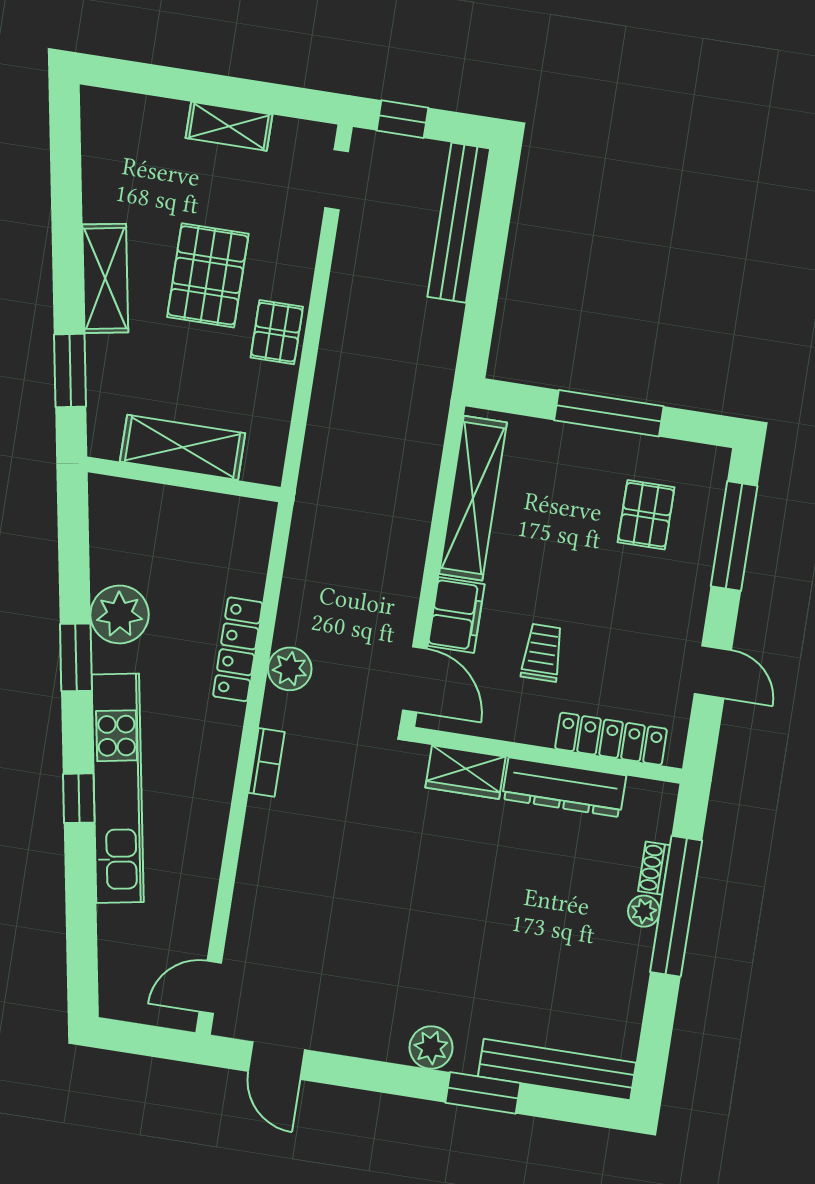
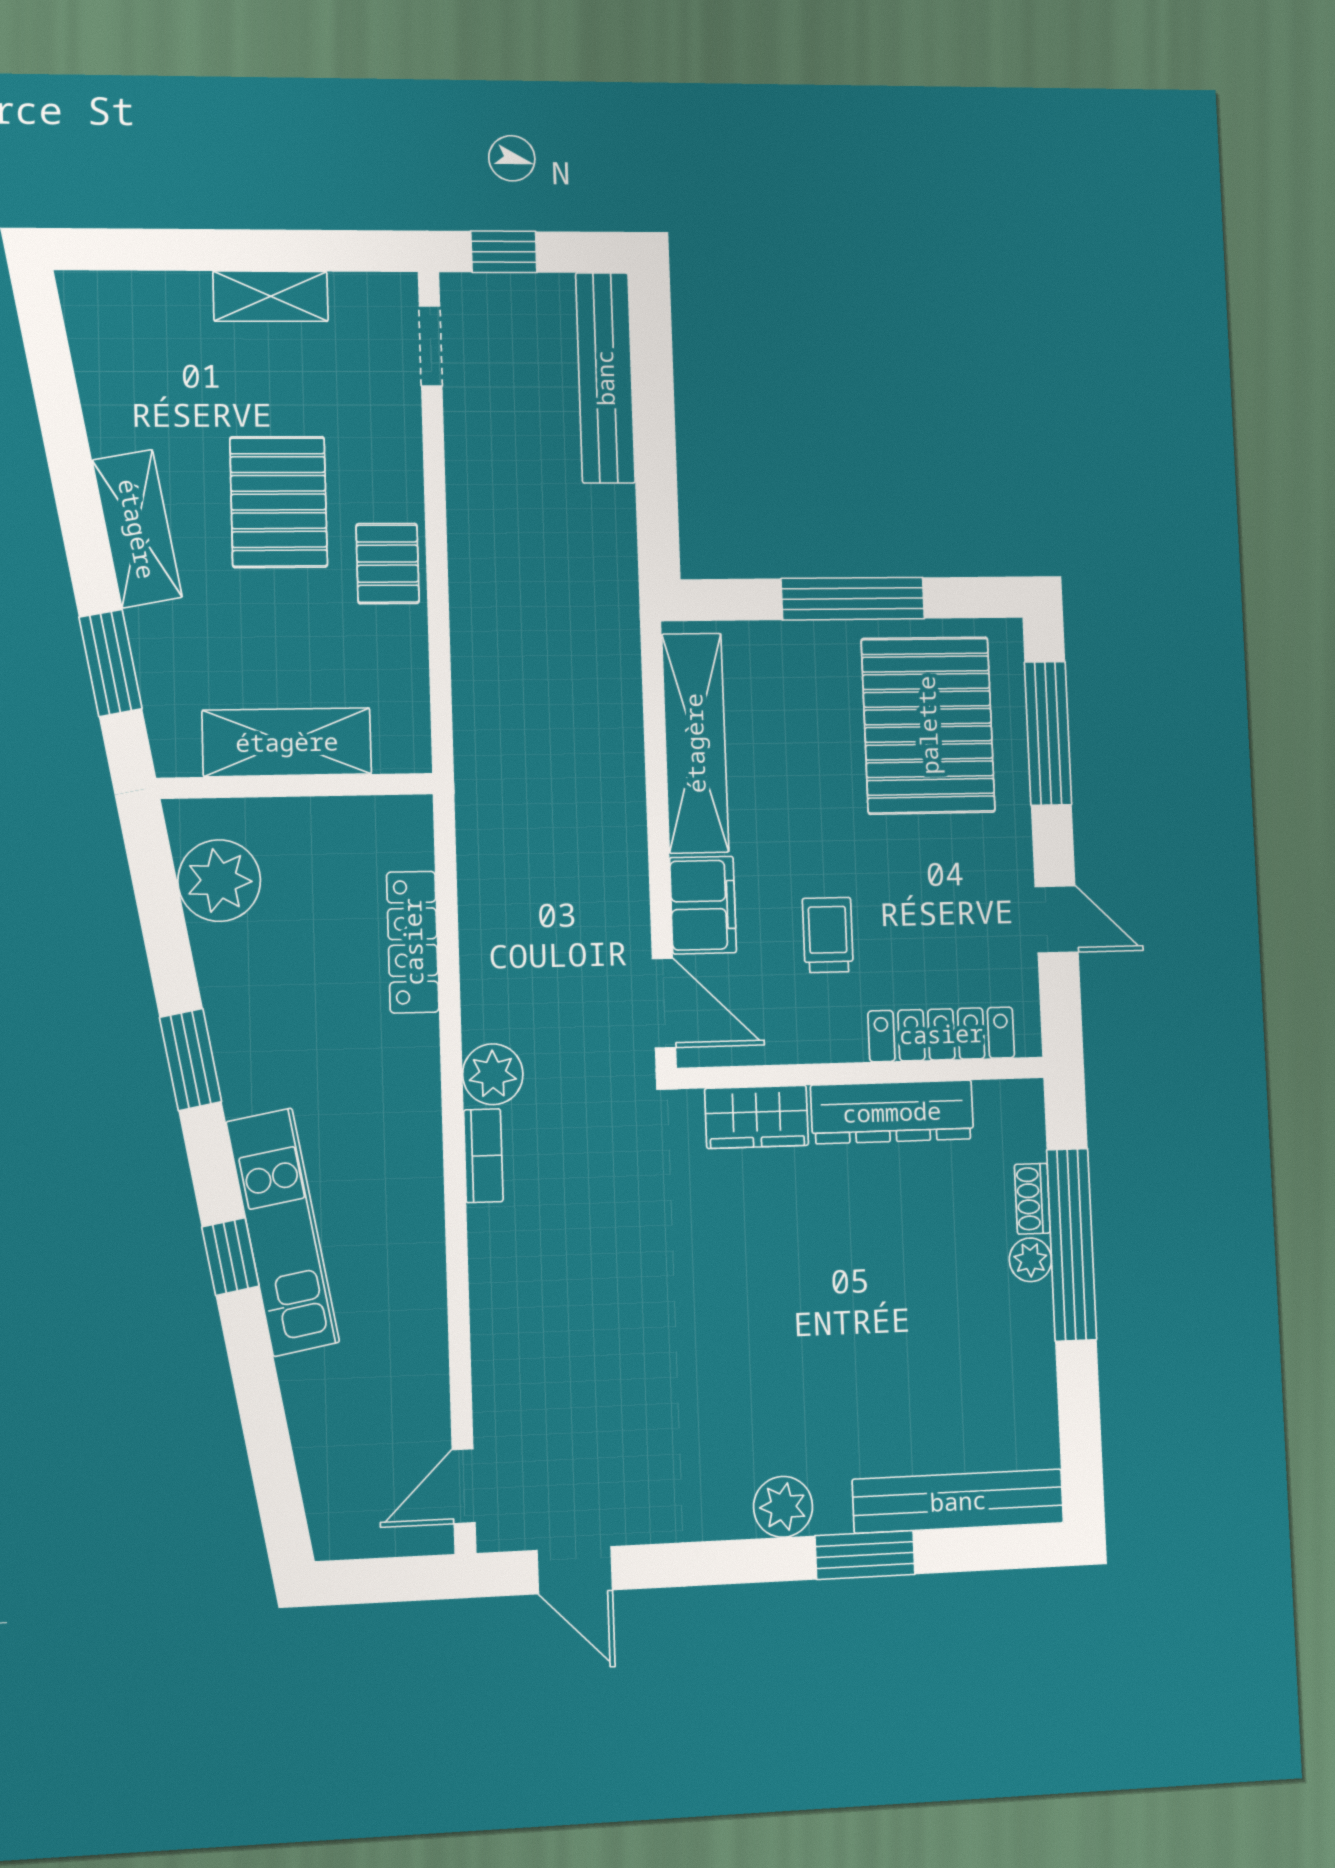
pallet: (646, 515) -> (928, 725), width x2.05, depth x2.00
plant: (120, 614) -> (219, 881), moved
locker: (238, 649) -> (413, 942), moved
plant: (290, 669) -> (493, 1074), moved
kitchen unit: (118, 788) -> (283, 1232), width x0.73

